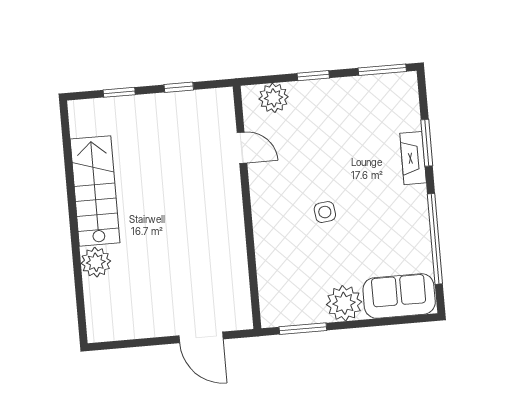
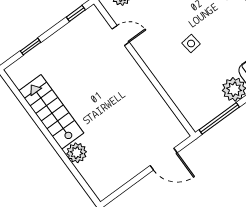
window: (179, 87) -> (76, 13), moved
window: (303, 329) -> (219, 118), width x1.44

